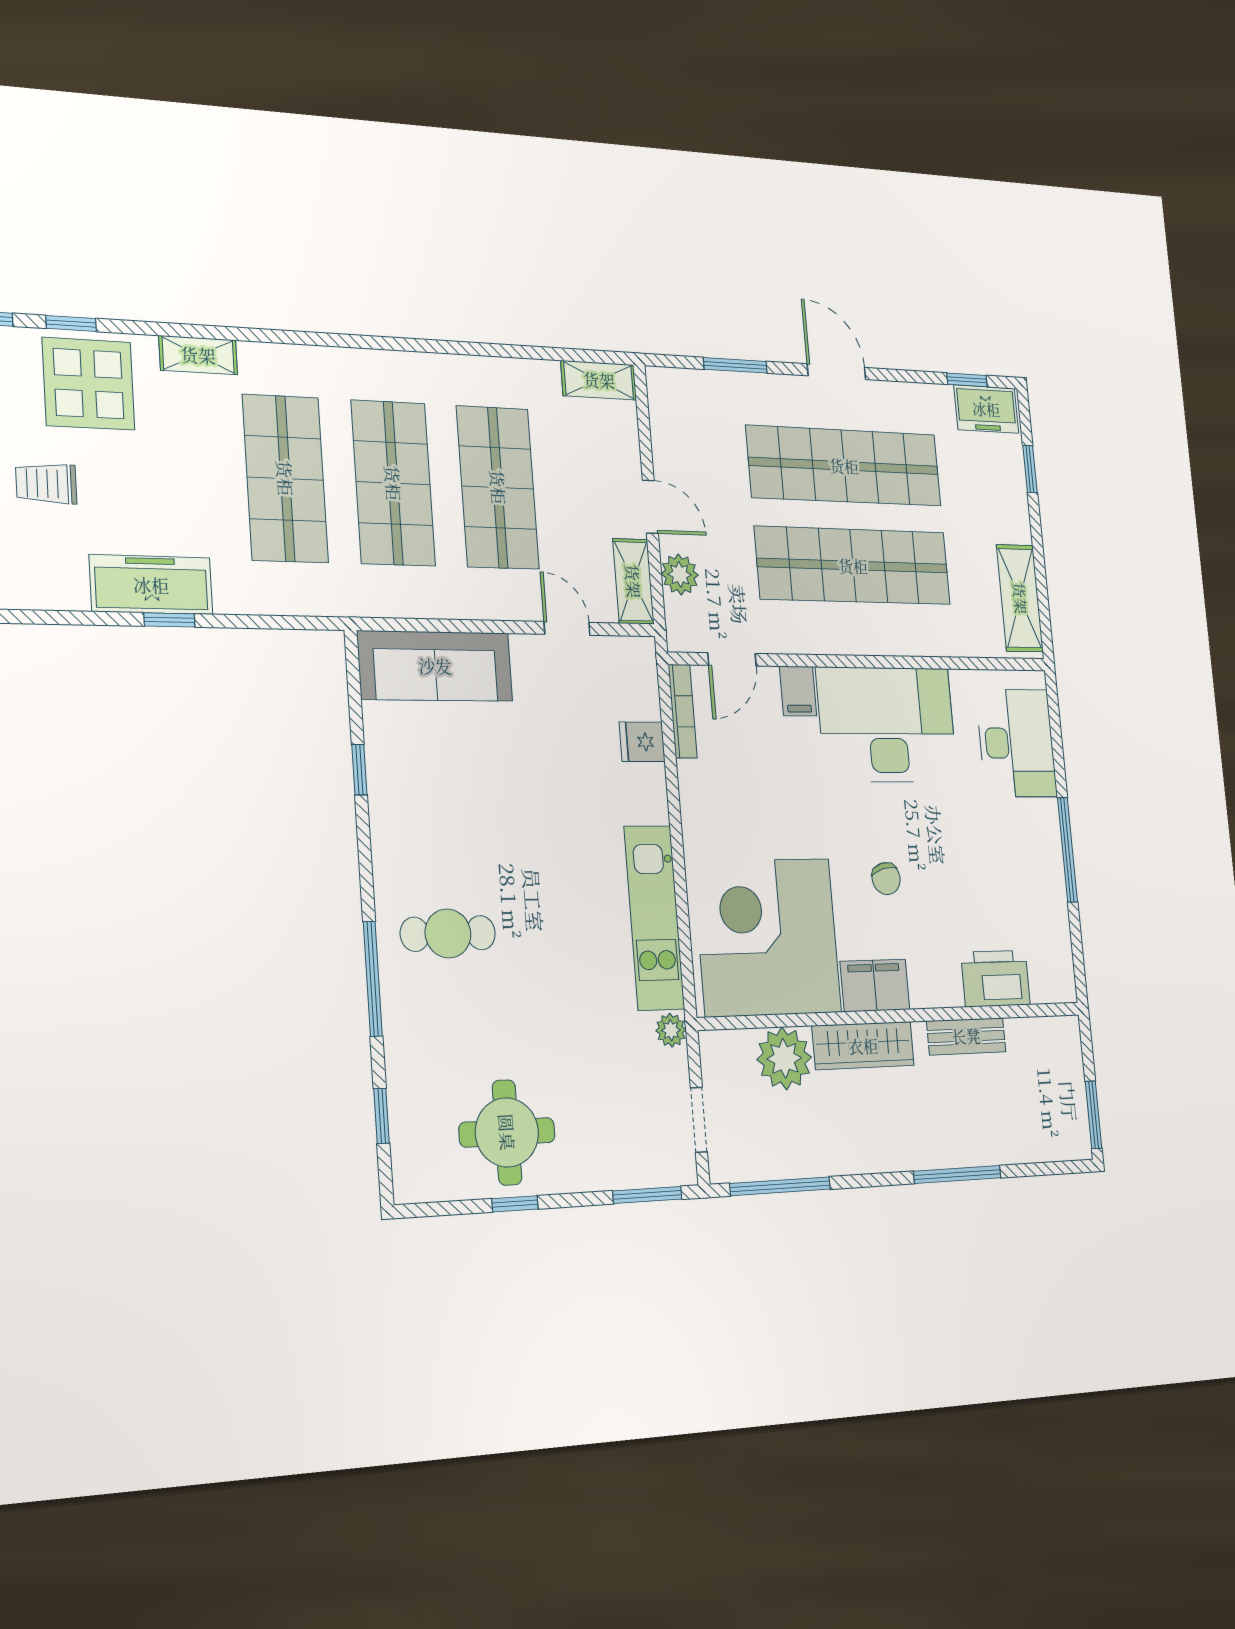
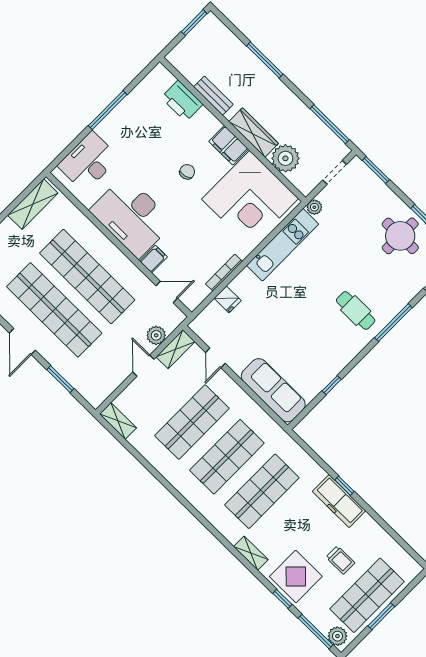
bookcase: (683, 711) -> (224, 273), moved

